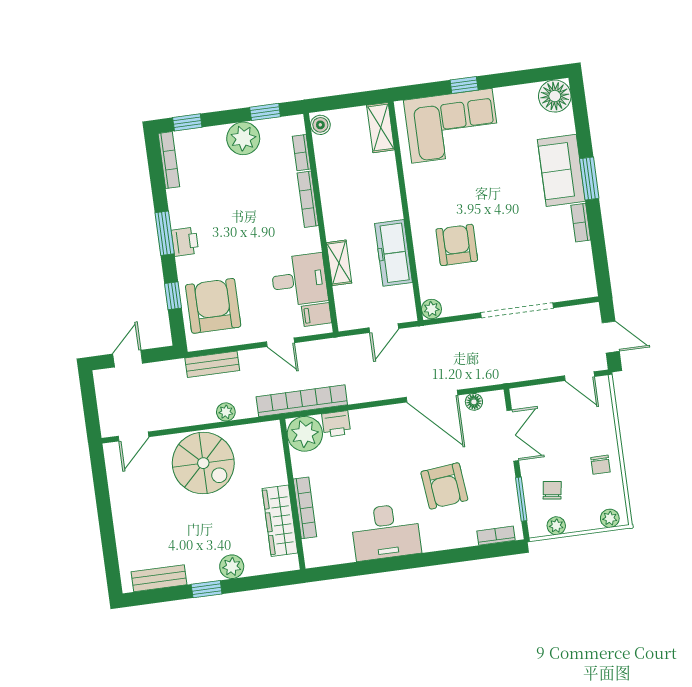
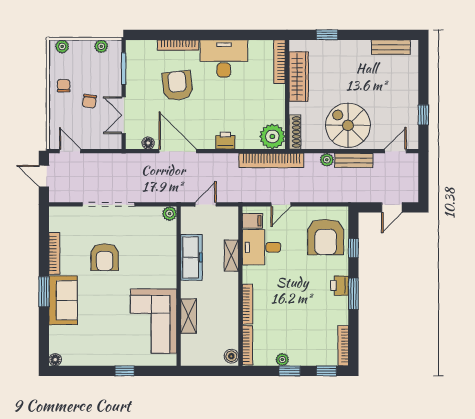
floor lamp: (555, 96) -> (55, 360), width x0.53, depth x0.53
window: (265, 112) -> (290, 371), moved
corner sofa: (452, 126) -> (154, 321), moved, turned -90
shelving: (381, 128) -> (189, 316), moved
plant: (243, 138) -> (282, 360), width x0.53, depth x0.53
bookcase: (302, 153) -> (247, 345), width x1.56
bookcase: (581, 223) -> (54, 253), width x1.56
armchair: (457, 245) -> (105, 257), moved
door: (280, 342) -> (281, 204), swing flipped
bench: (212, 364) -> (354, 160), moved
printer: (336, 424) -> (225, 141), moved
shoe rack: (275, 444) -> (295, 132), added
chair: (552, 490) -> (89, 101), moved
window: (102, 491) -> (423, 115), added
bookcase: (305, 508) -> (279, 62), moved
bookcase: (496, 536) -> (178, 45), moved, width x1.56
plant: (232, 567) -> (338, 48), removed
window: (207, 589) -> (327, 35), moved

